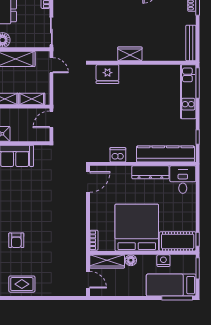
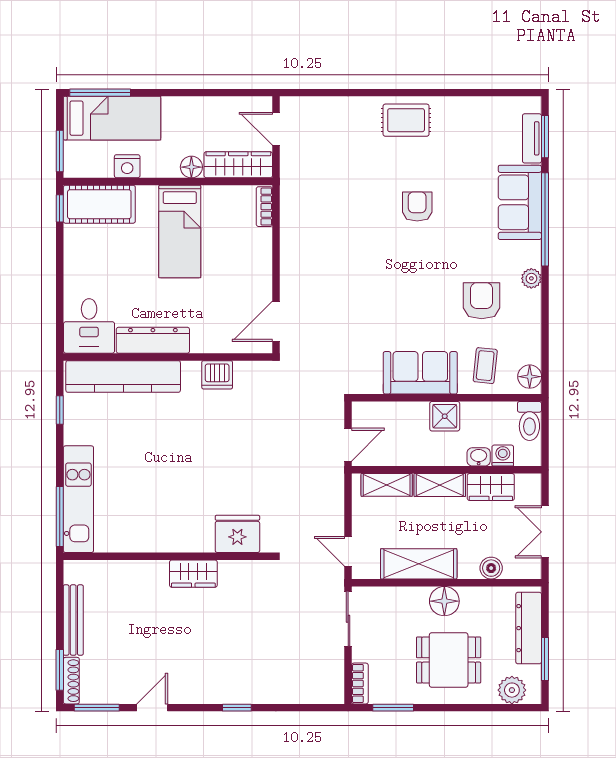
bench: (191, 43) -> (73, 620), moved
bed: (137, 228) -> (180, 231), width x0.49

